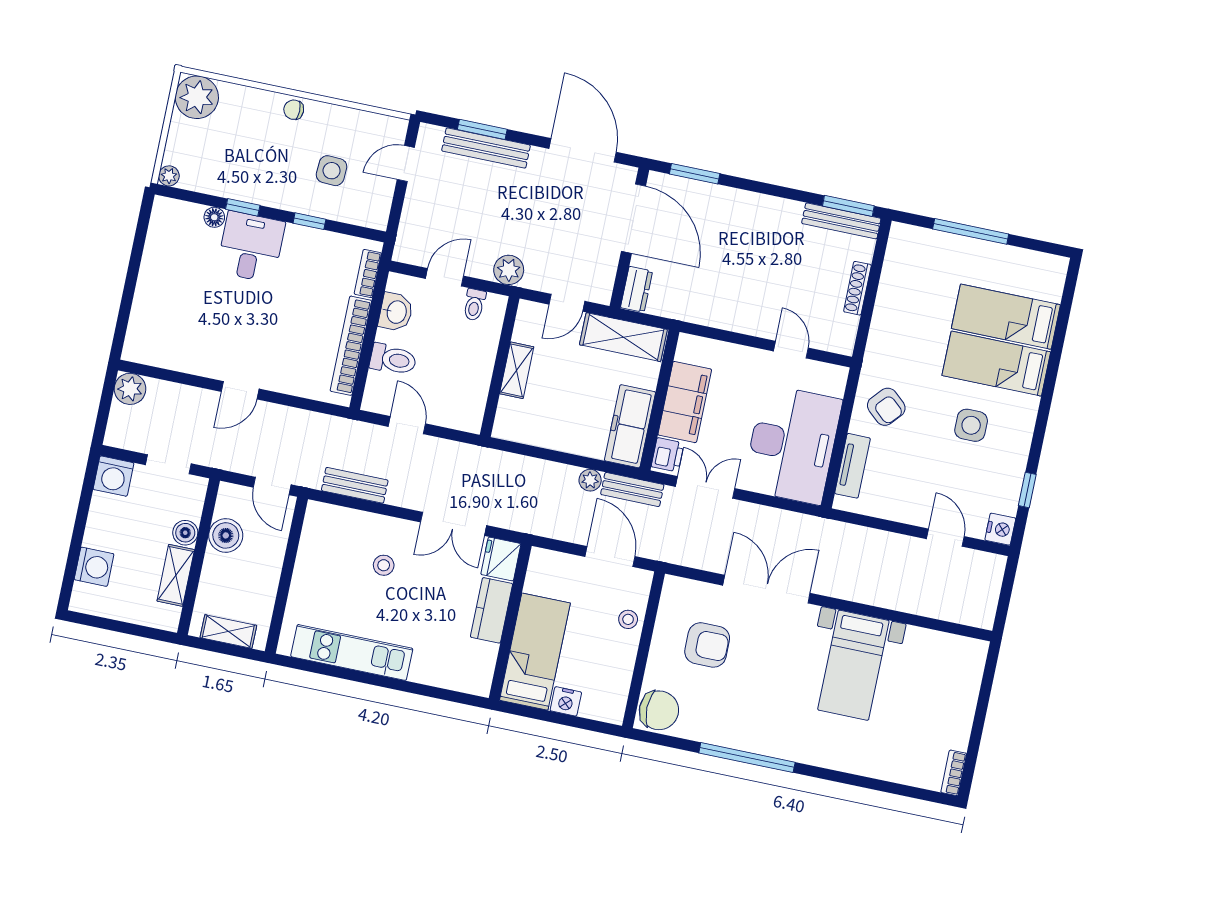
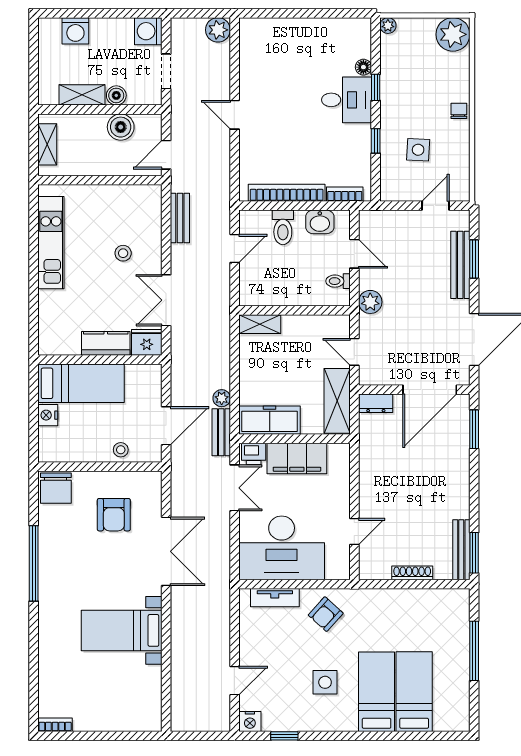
door: (406, 164) -> (435, 206), hinge flipped
shelving: (517, 370) -> (260, 324), moved

